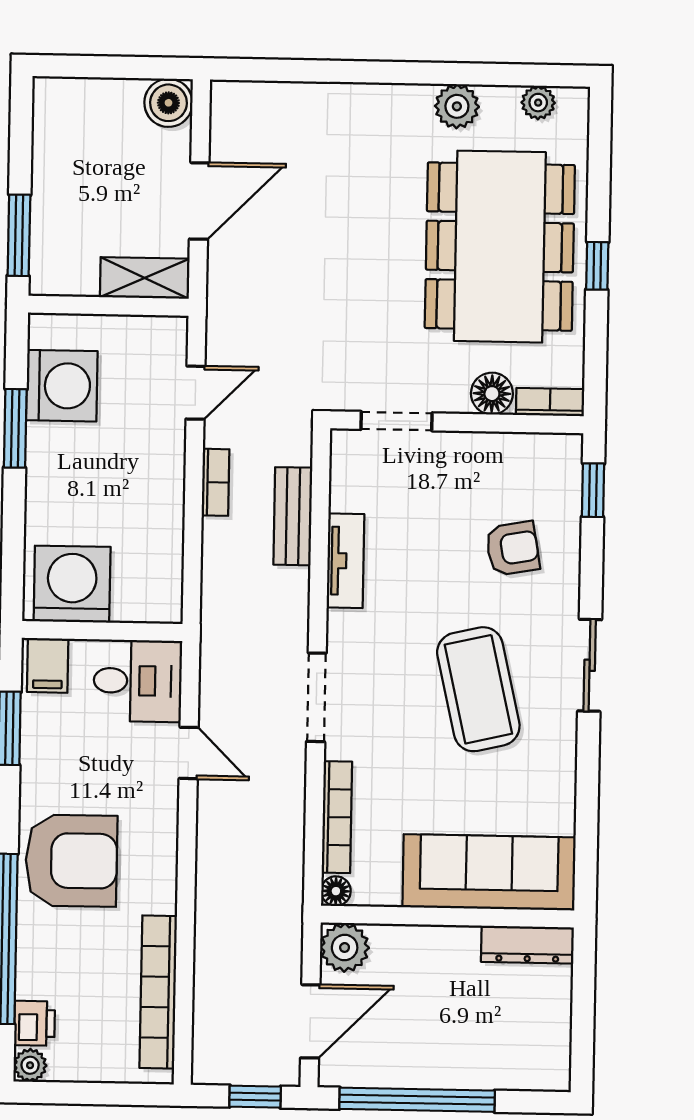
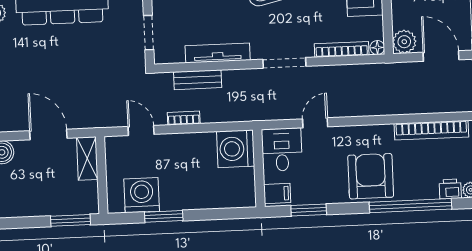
tv unit: (345, 561) -> (218, 53), width x1.41
washing machine: (72, 584) -> (236, 149), moved

